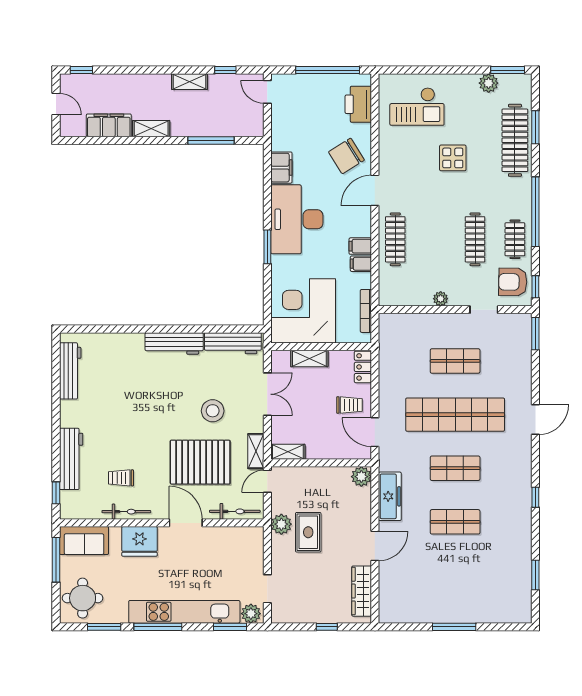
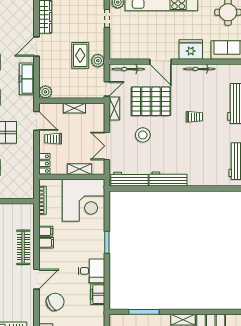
desk: (297, 219) -> (92, 271), width x0.53, depth x0.77
shelving: (288, 452) -> (74, 108), moved
trolley: (121, 478) -> (194, 117), moved

